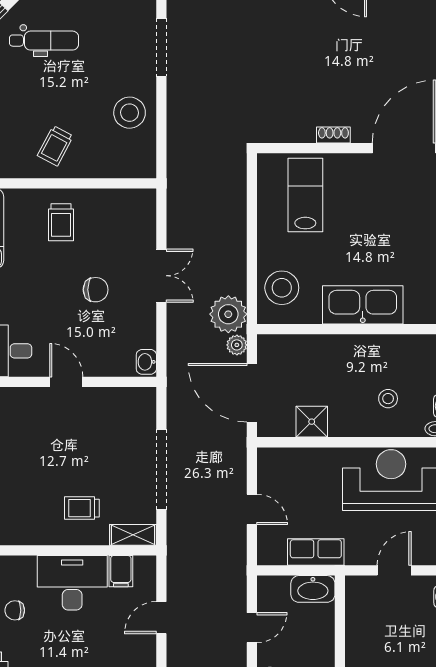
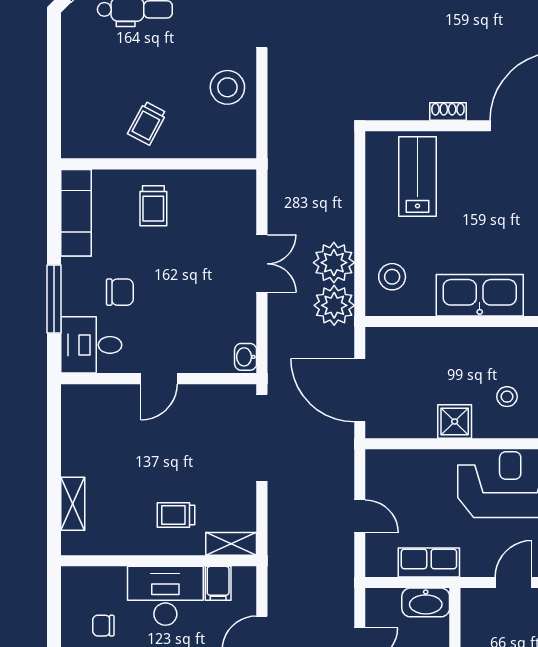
stool: (282, 288) -> (392, 277), width x0.73, depth x0.73
chair: (96, 290) -> (120, 292), moved
plant: (237, 345) -> (334, 263), moved, width x1.87, depth x1.87
door: (66, 382) -> (159, 379), swing flipped
shower: (312, 422) -> (455, 422), moved
doorway: (161, 470) -> (262, 438), moved

